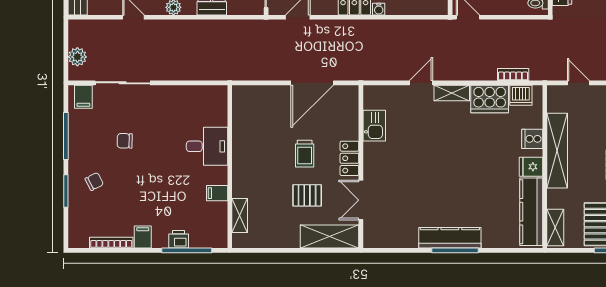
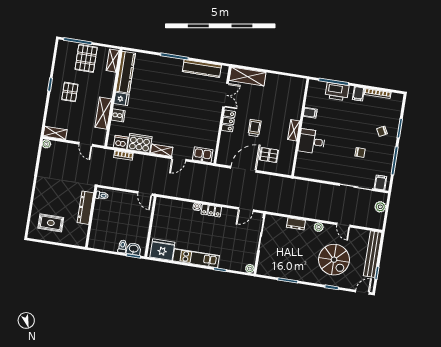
kitchen sink: (374, 126) -> (203, 155), moved, turned 90
shelving: (557, 151) -> (103, 113), width x0.68
pallet: (307, 195) -> (269, 155), moved
shelving: (240, 215) -> (294, 130), moved
kitchen counter: (450, 238) -> (202, 68), moved
printer: (179, 239) -> (337, 92), width x1.87, depth x1.48

